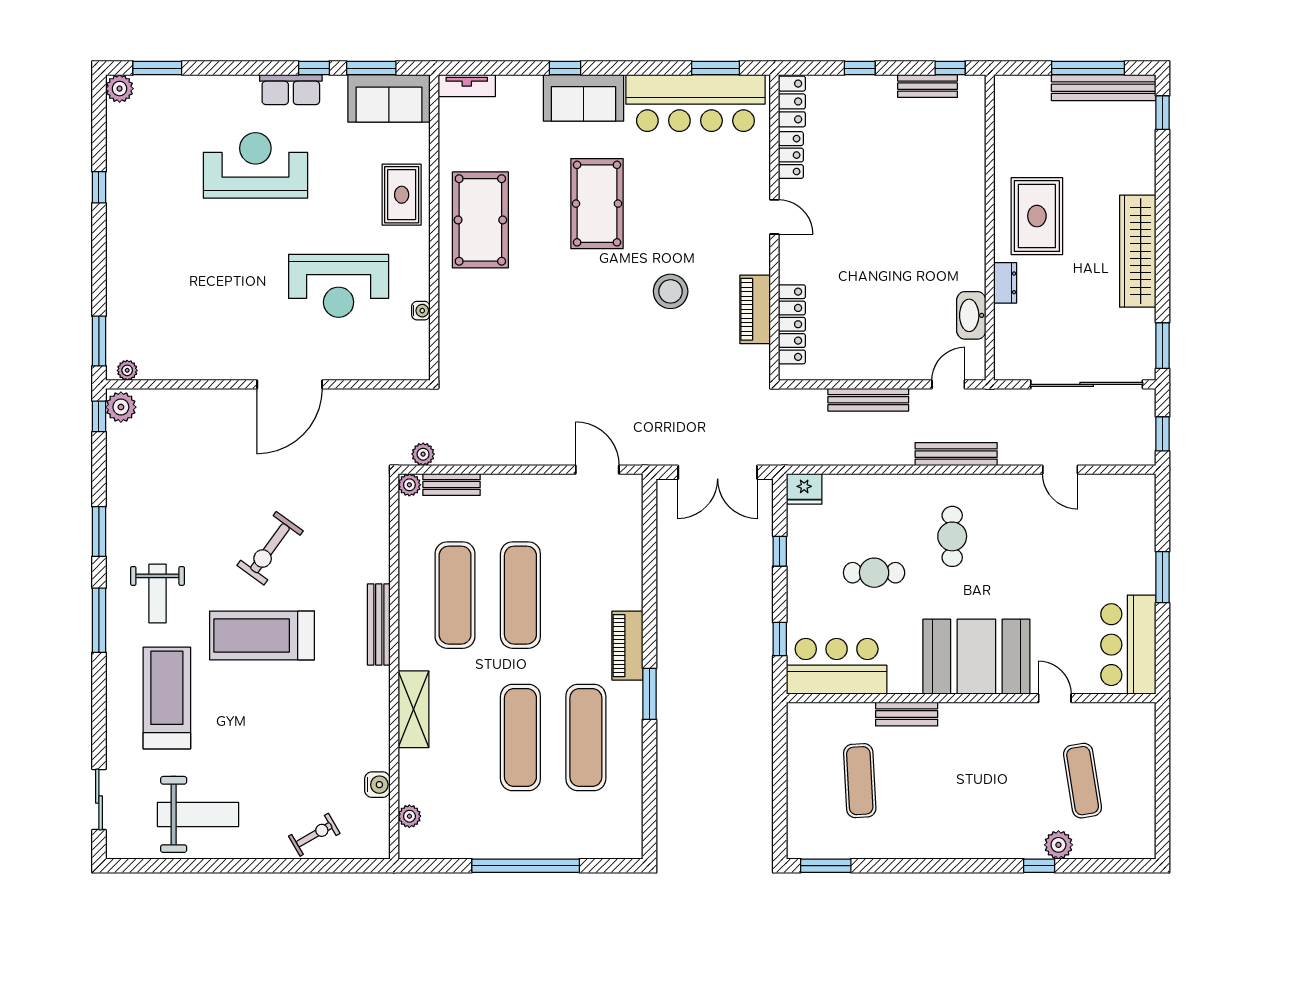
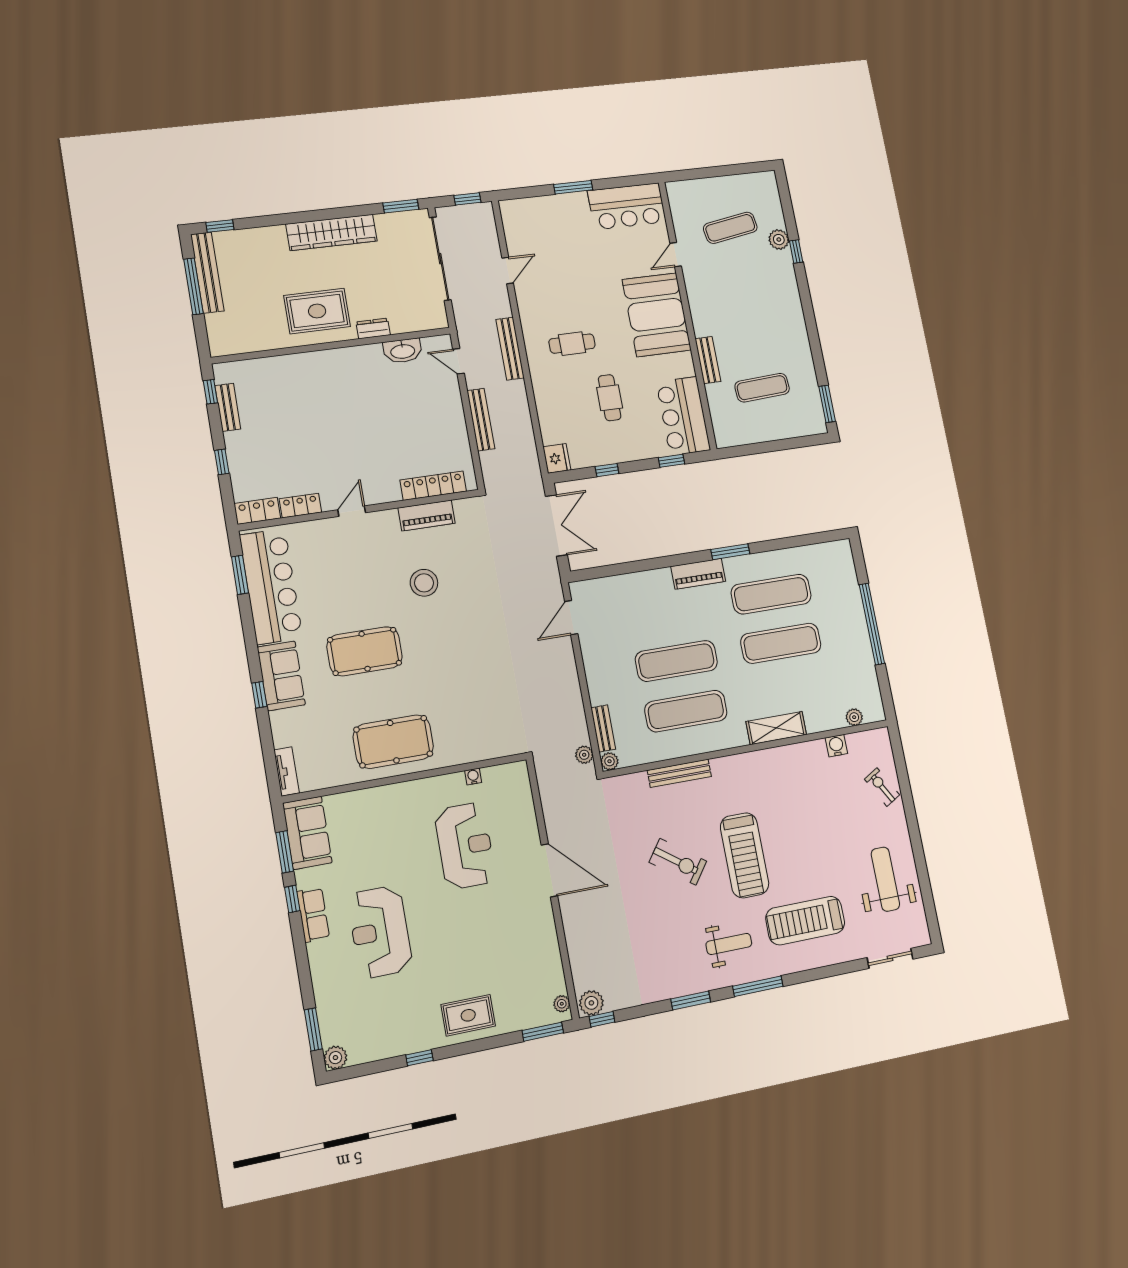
rug: (402, 195) -> (468, 1015), moved
bench: (379, 624) -> (679, 773), moved

